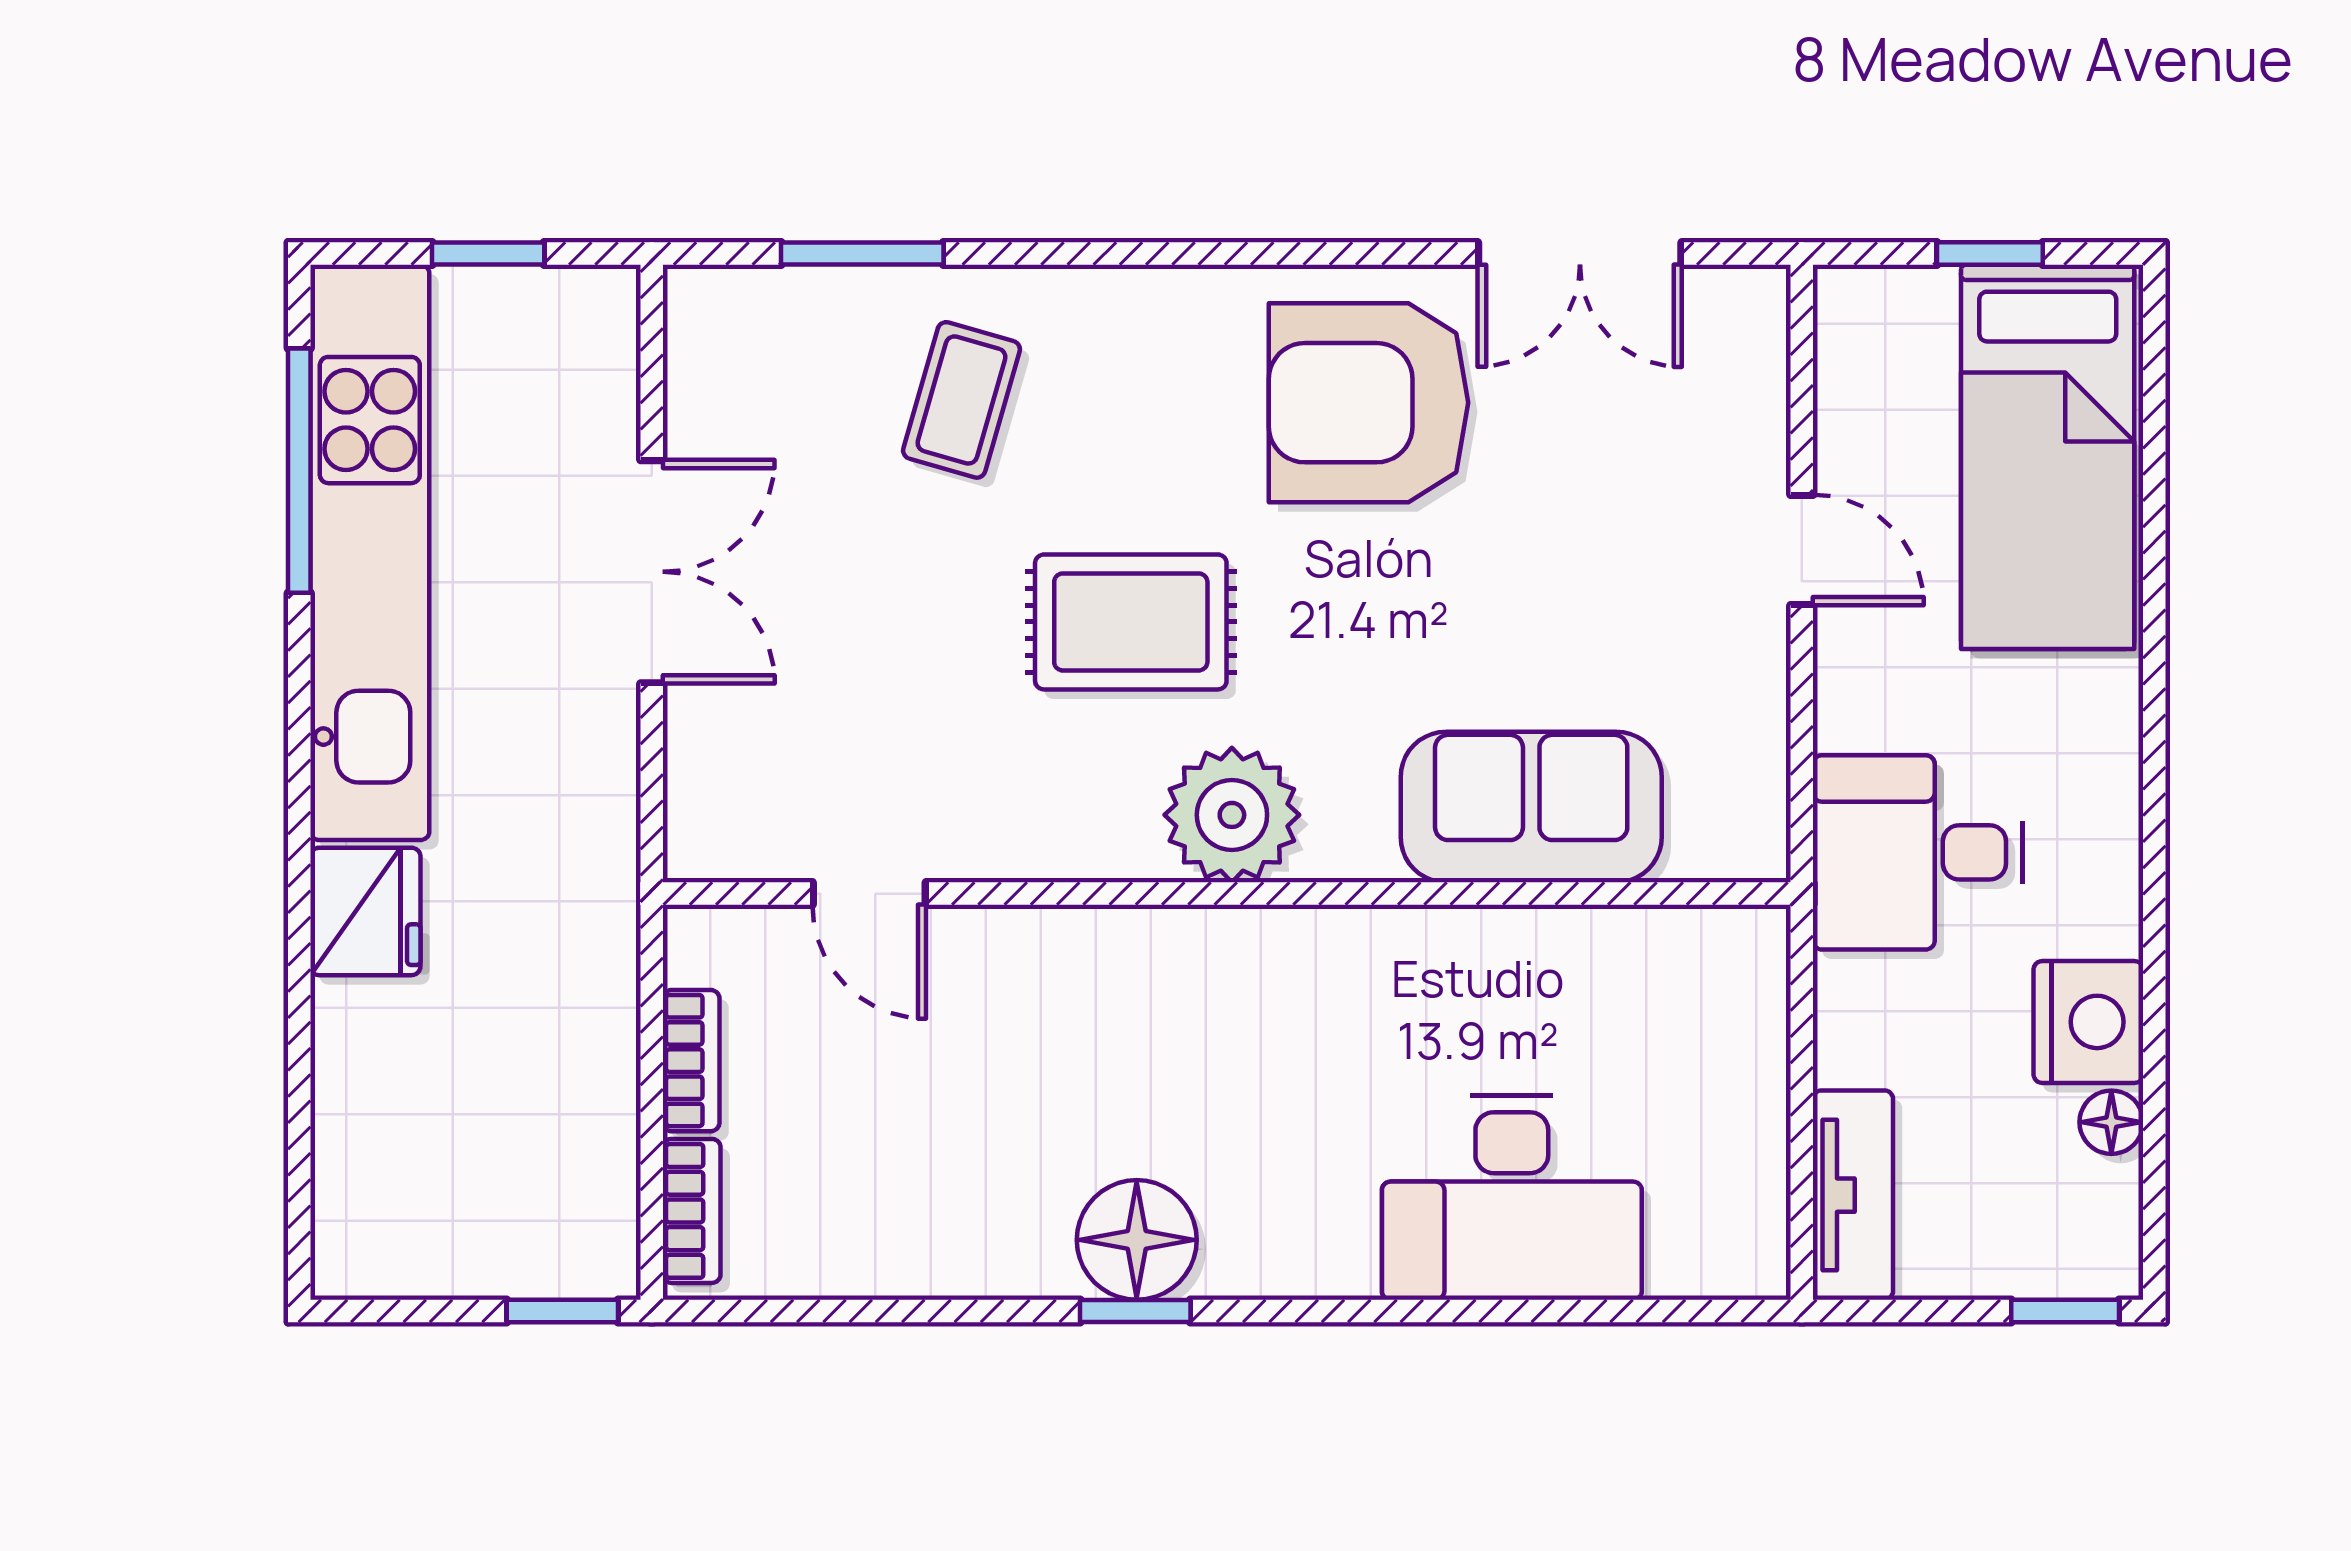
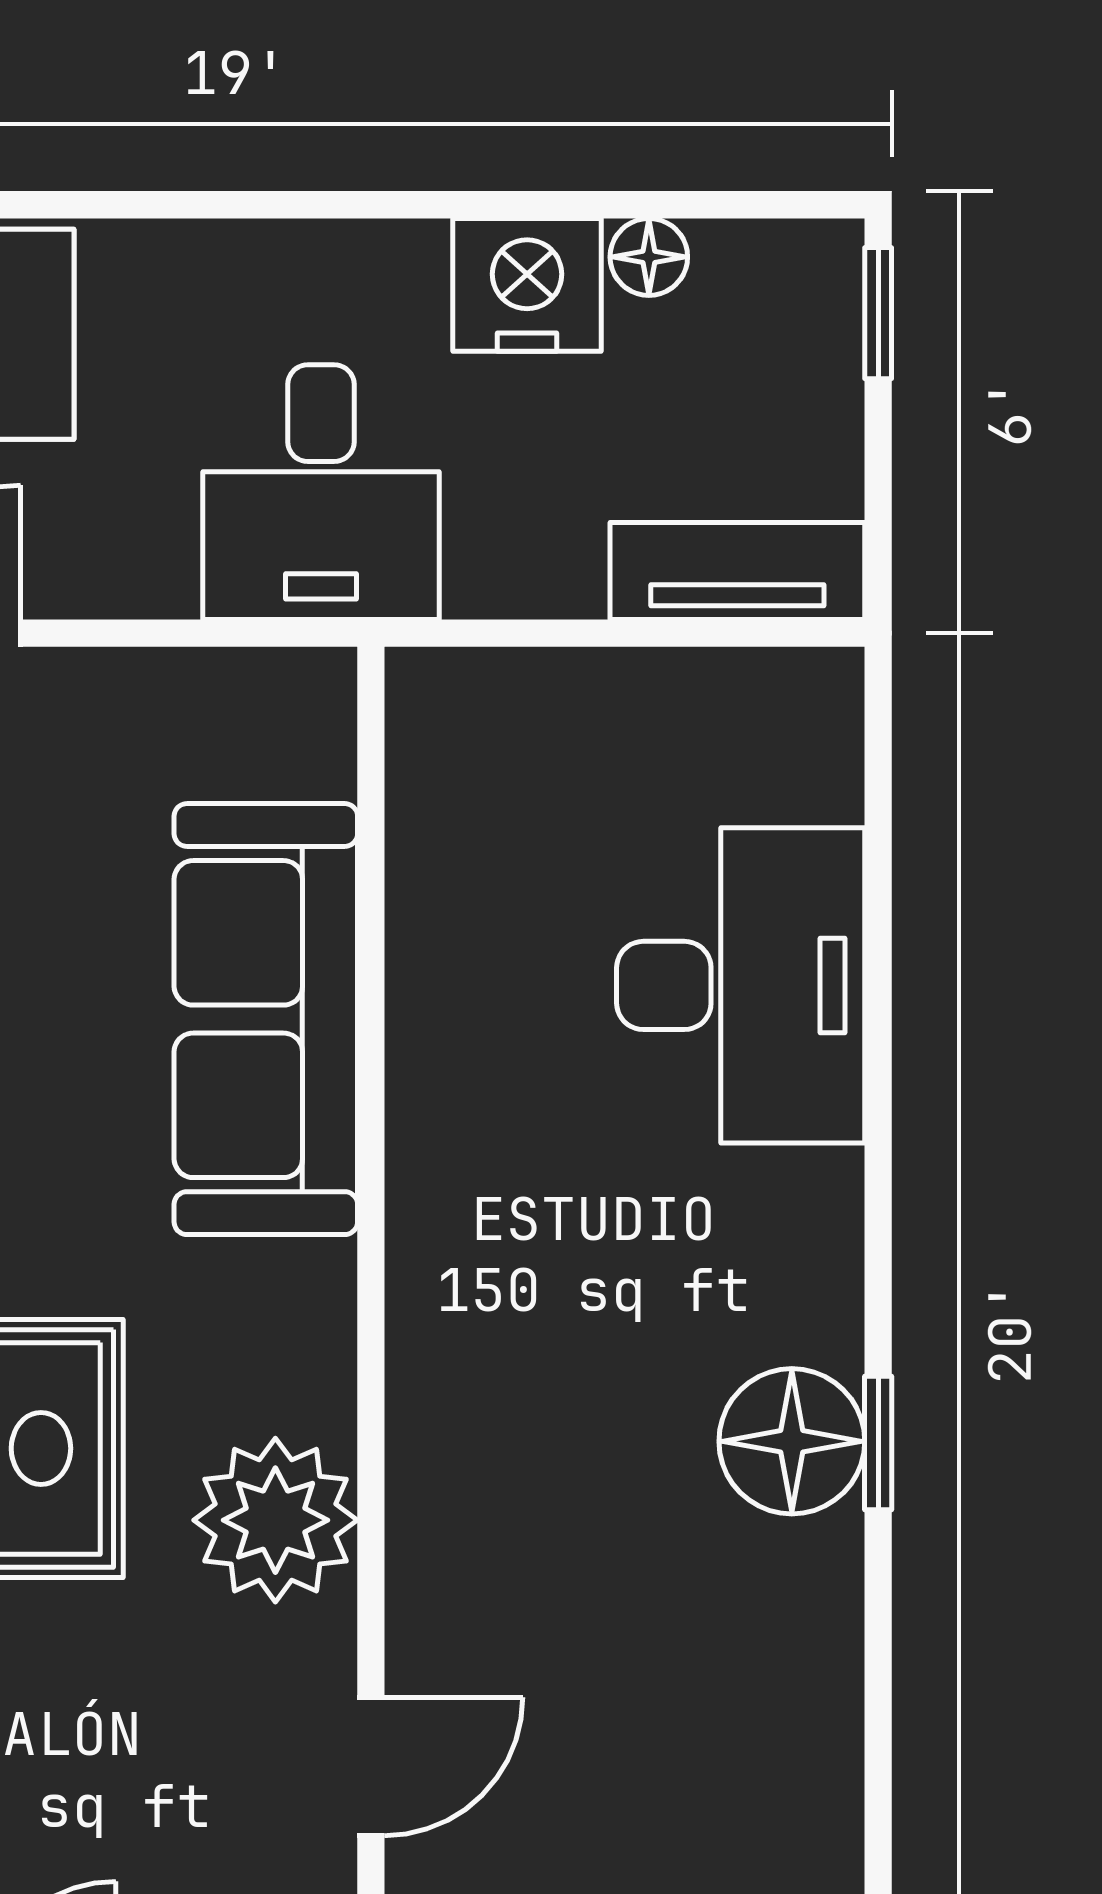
sofa: (1531, 807) -> (266, 1019), width x1.36
plant: (1232, 815) -> (275, 1520), moved

